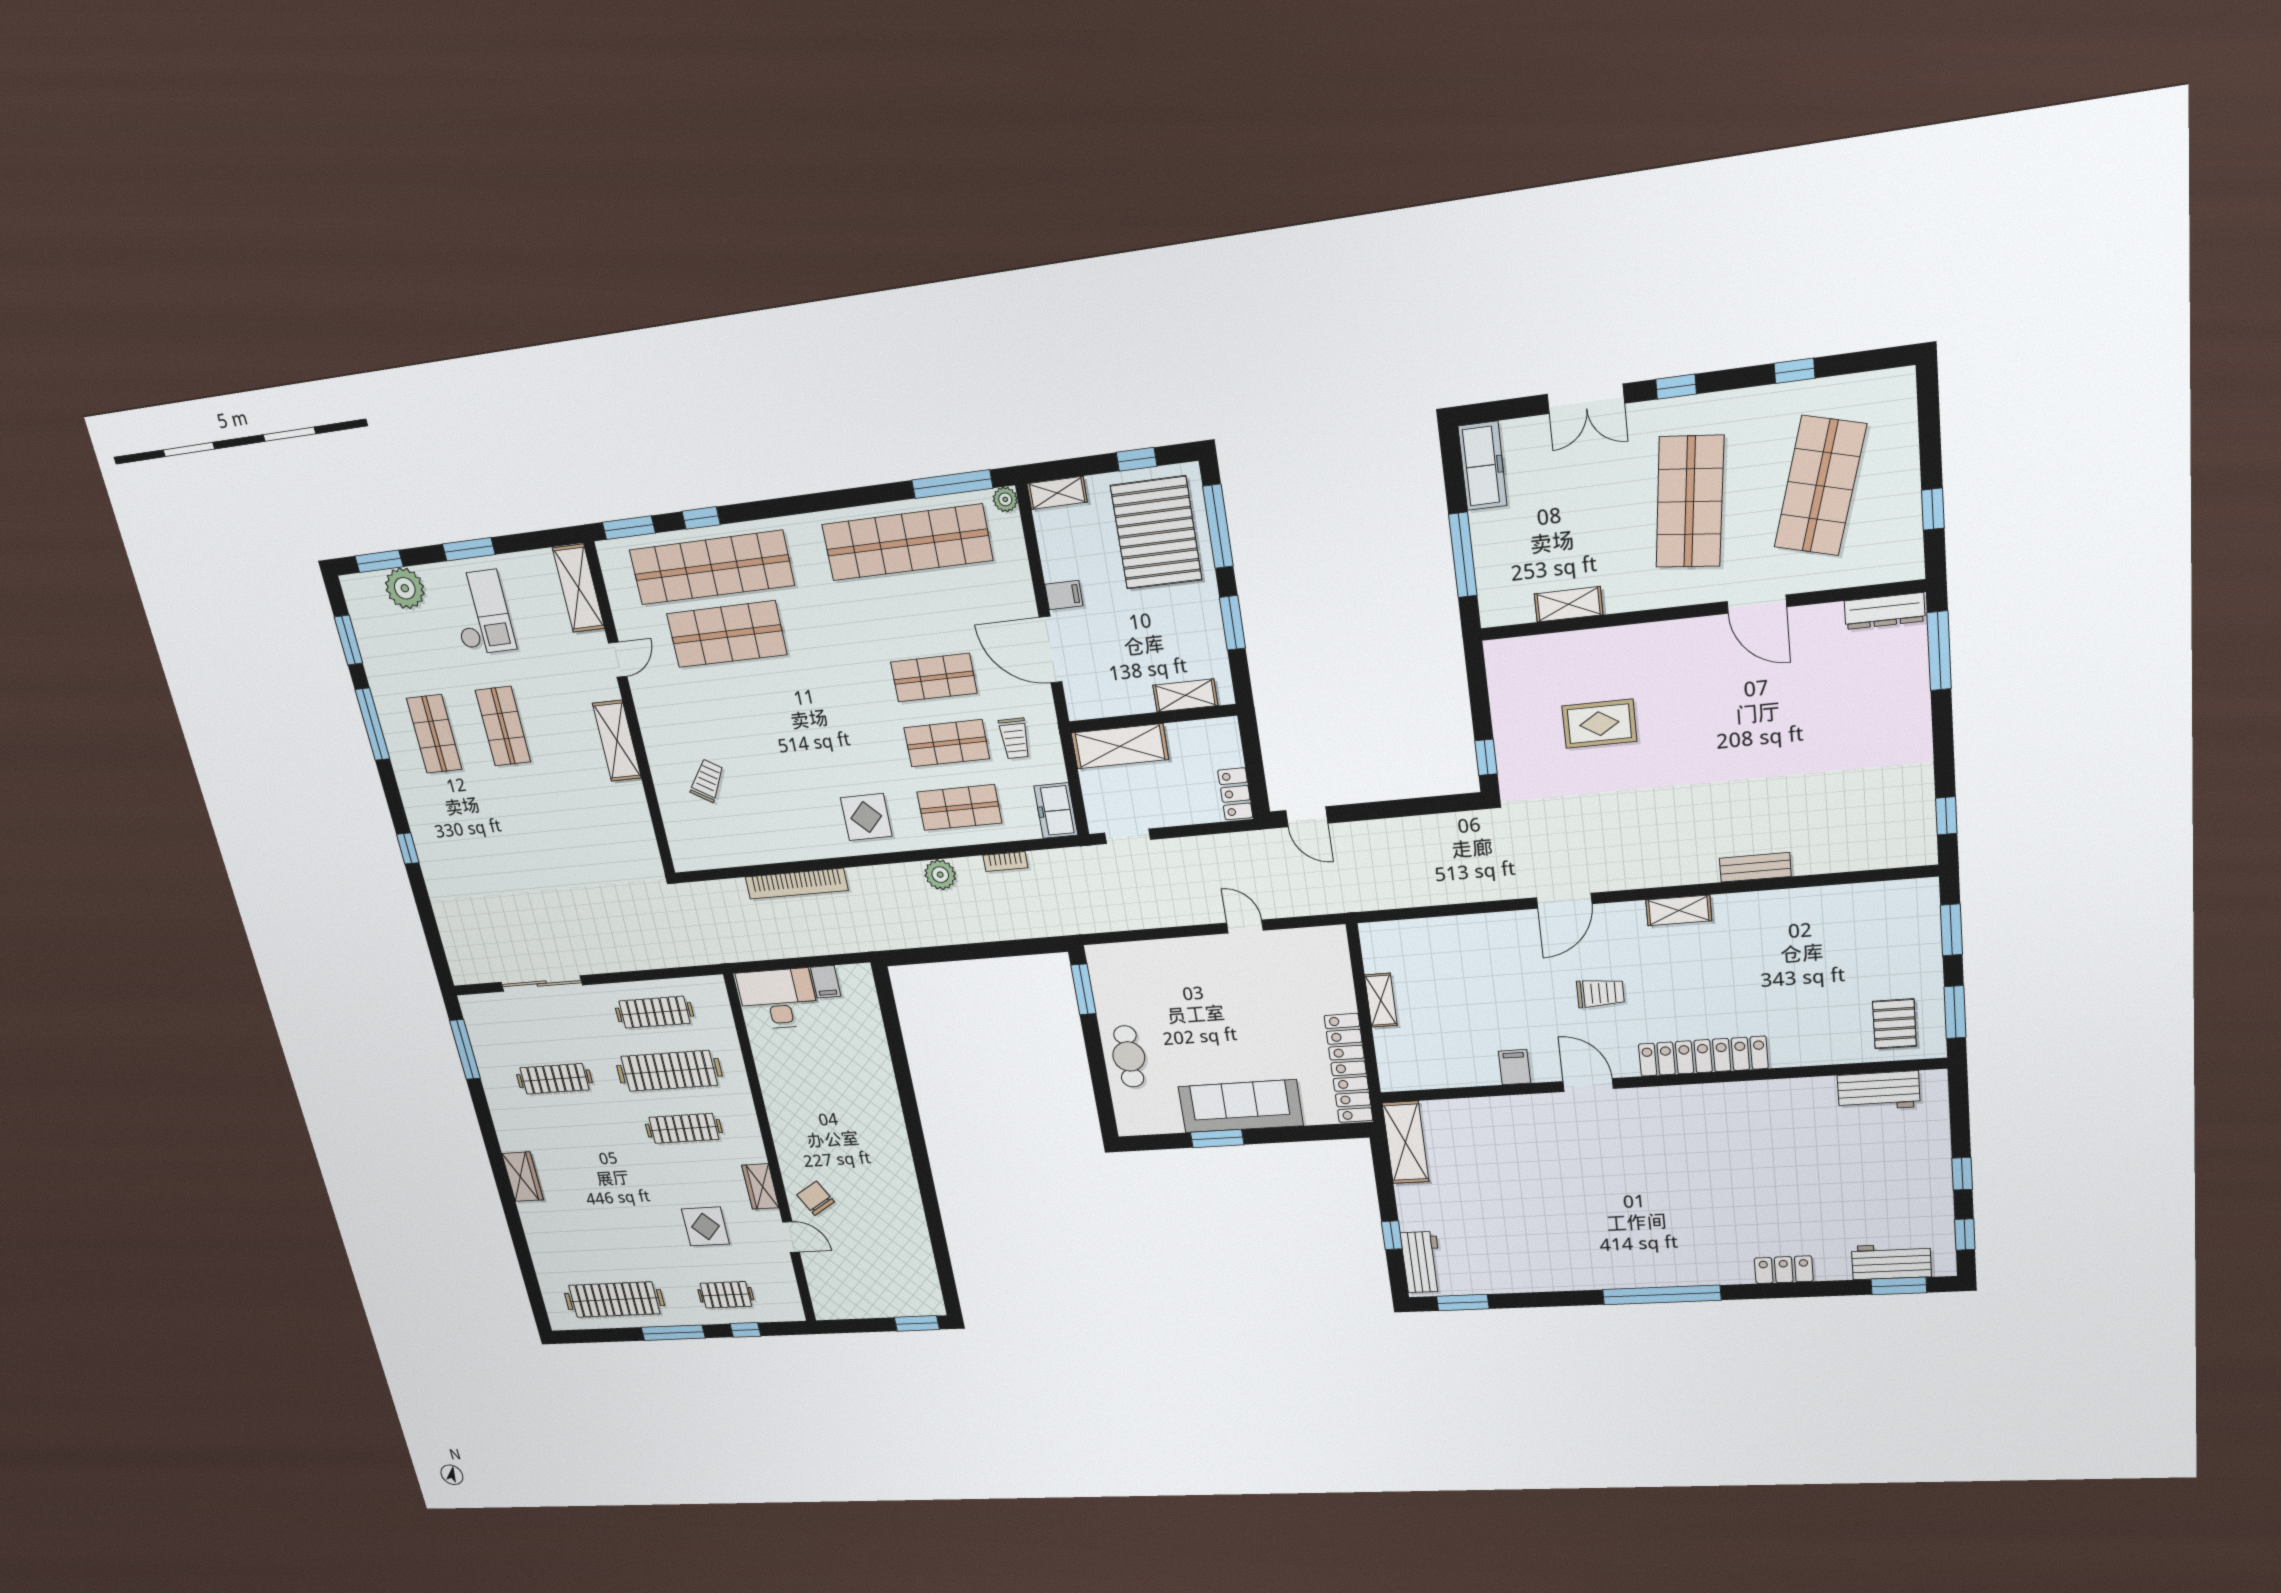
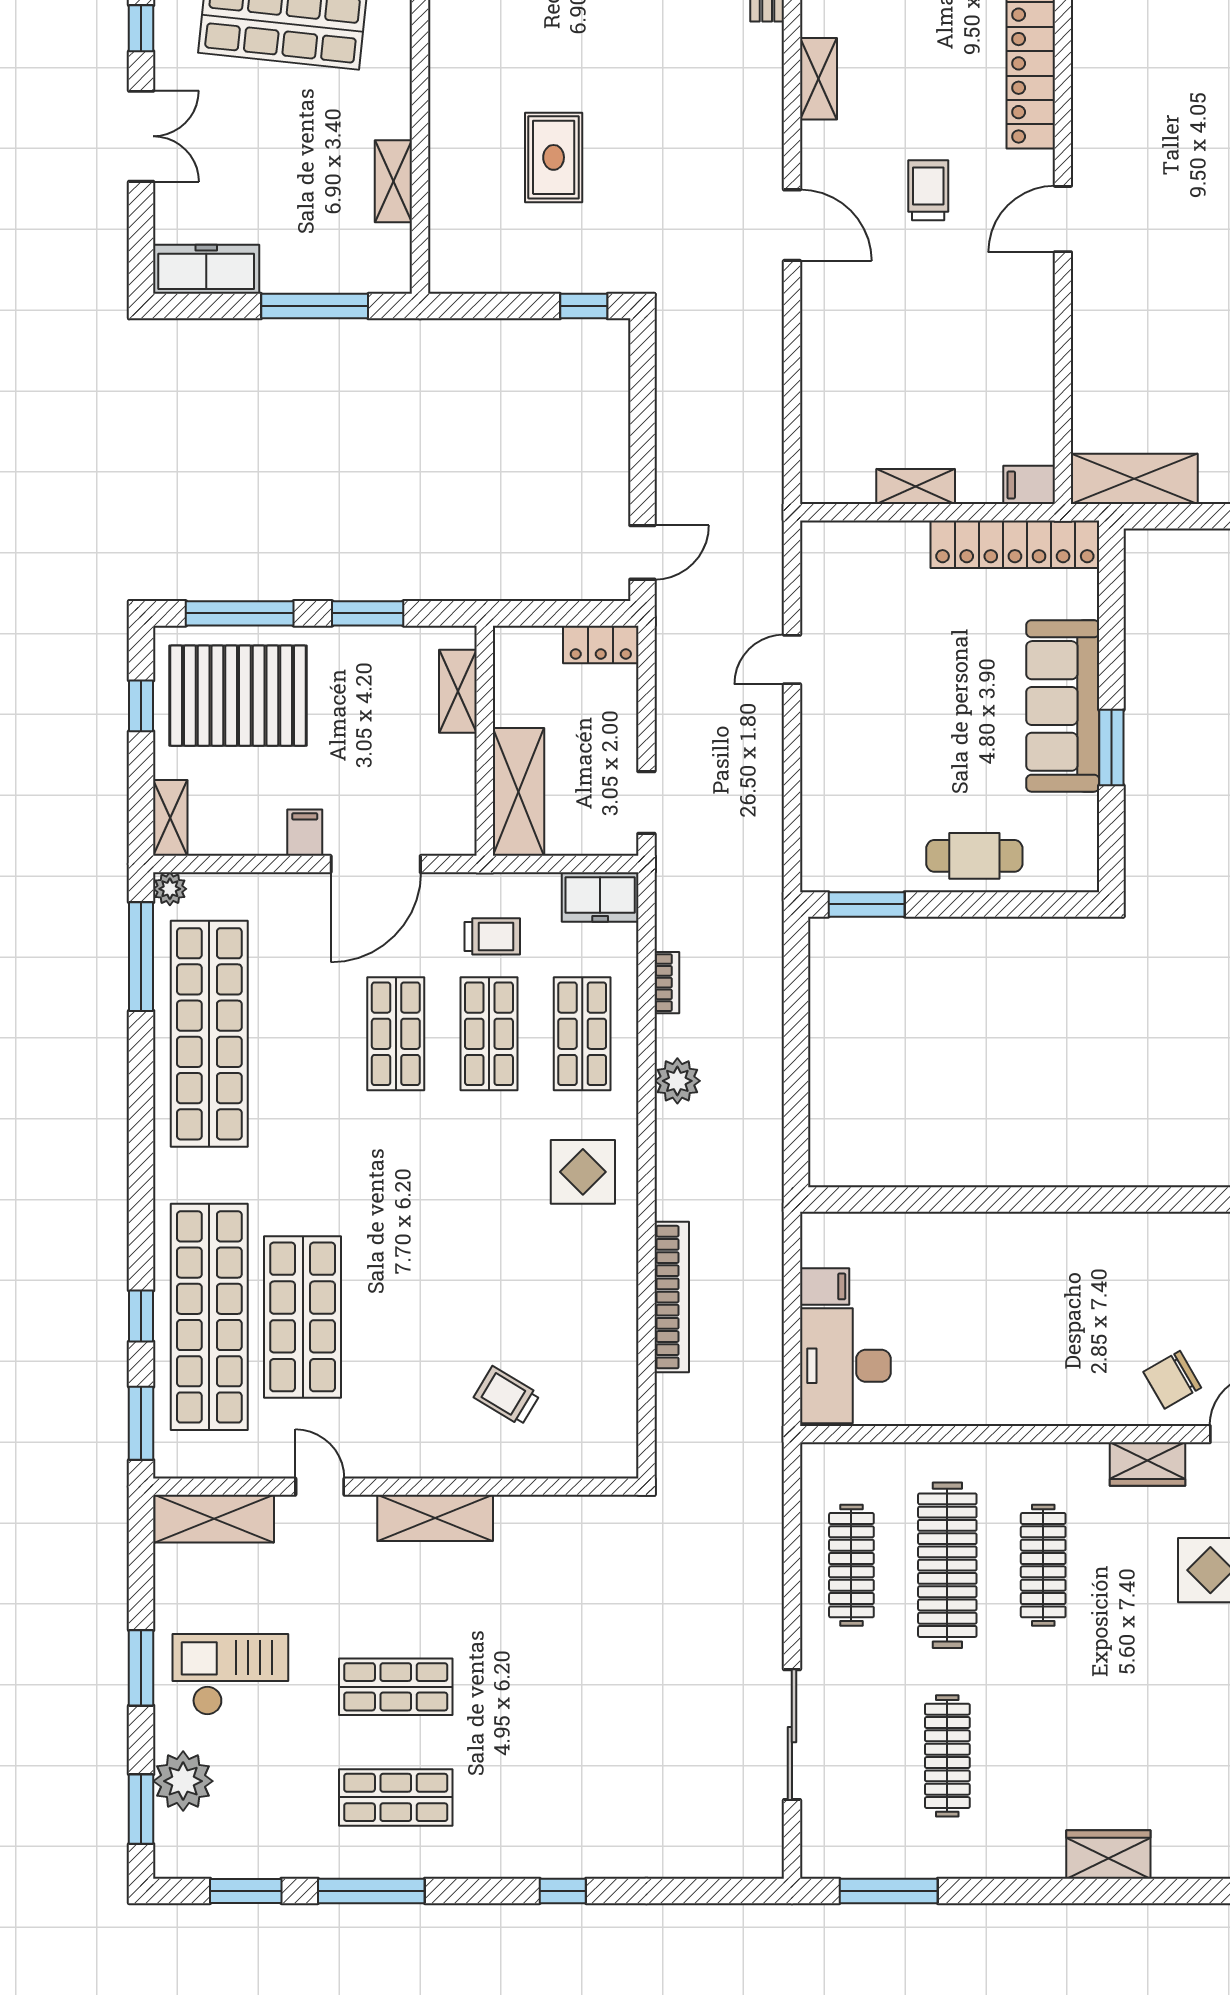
filing cabinet: (1515, 1067) -> (1029, 485), moved

